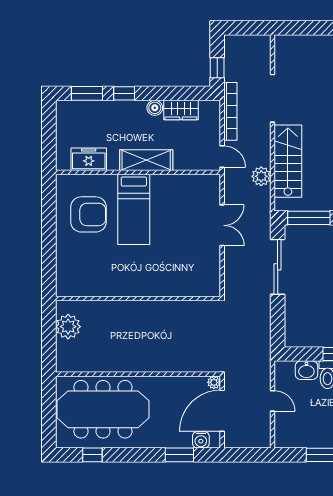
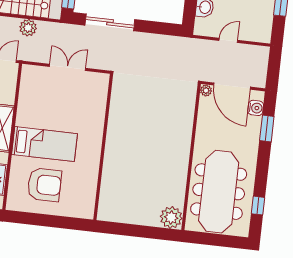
armchair: (88, 214) -> (44, 185), turned 90
wall: (138, 298) -> (103, 147), moved
plant: (68, 327) -> (171, 217), moved

